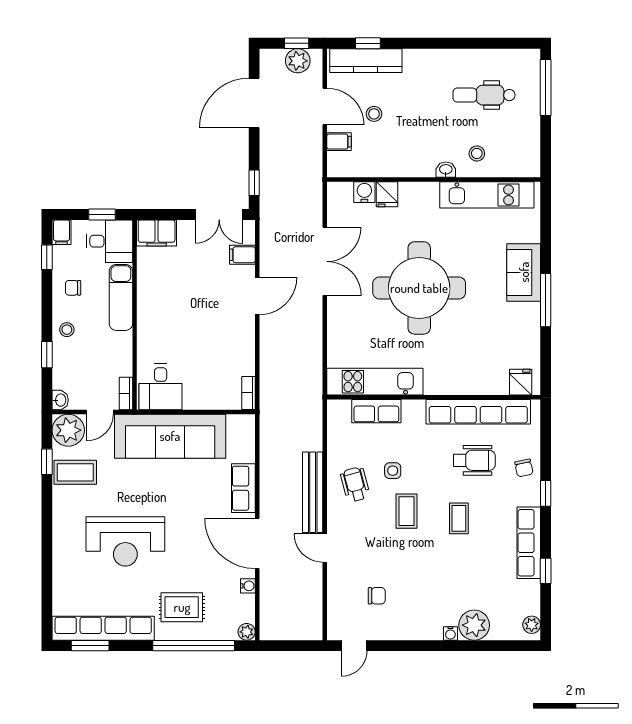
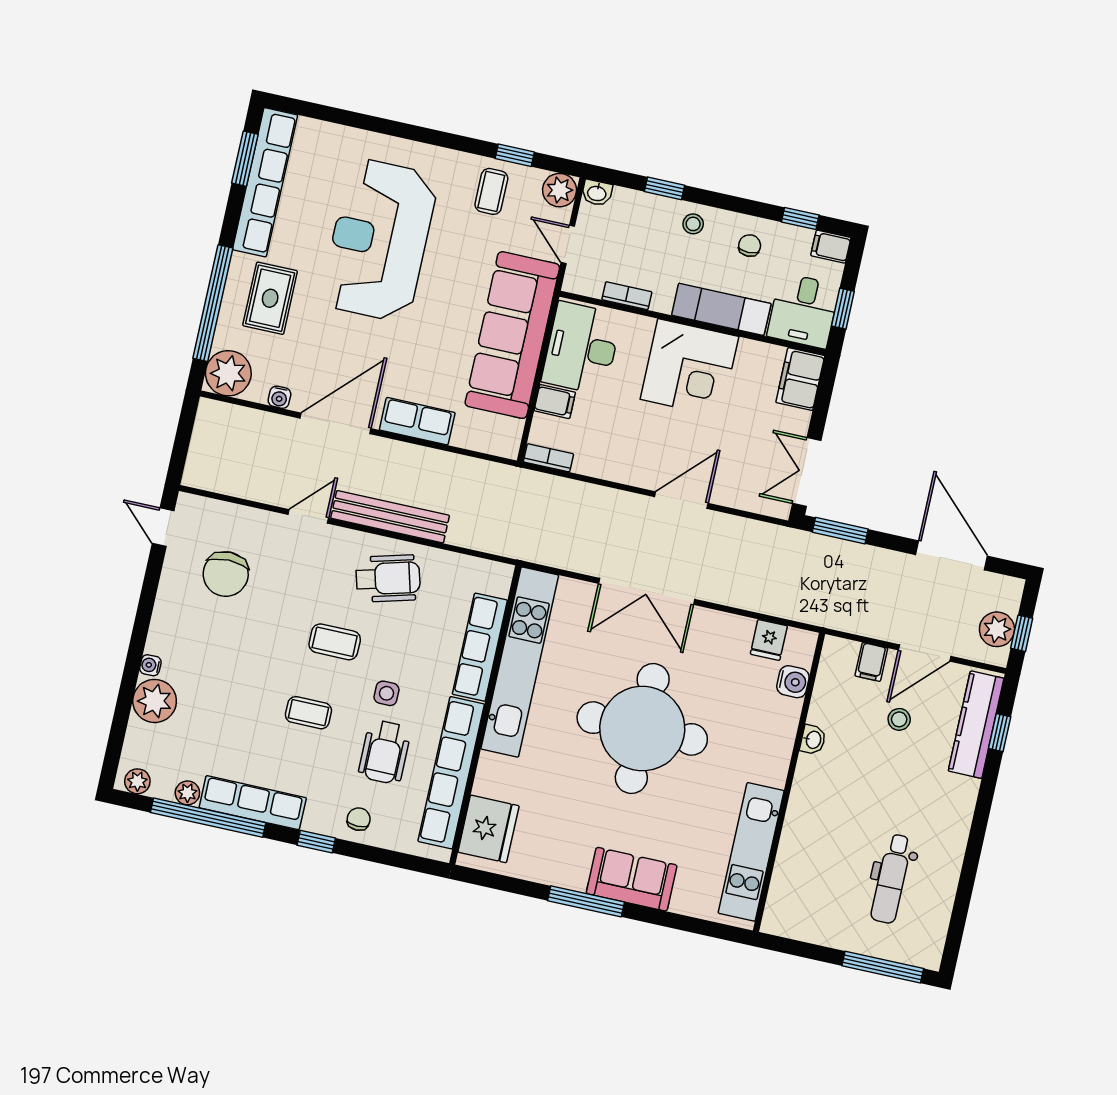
dental chair: (484, 95) -> (891, 879), turned 180
stool: (477, 153) -> (812, 851), removed
washbasin: (446, 170) -> (813, 740), moved
window: (254, 183) -> (840, 531), width x1.50
fridge: (387, 194) -> (769, 640), moved, turned -90
filing cabinet: (242, 255) -> (555, 402), moved, turned 90
double door: (325, 261) -> (647, 591), moved
door: (257, 296) -> (681, 500), swing flipped
corner desk: (166, 310) -> (689, 368), added
kitchen unit: (375, 382) -> (520, 662), width x1.36
fridge: (521, 382) -> (488, 829), width x1.88, depth x1.34
desk: (161, 387) -> (582, 348), width x1.37
bookcase: (126, 393) -> (627, 296), moved
row of seats: (376, 411) -> (480, 647), width x1.48
plant: (68, 430) -> (560, 190), width x0.73, depth x0.73
chair: (524, 468) -> (359, 819), turned 102
side table: (393, 471) -> (386, 693), moved
coffee table: (75, 472) -> (491, 191), width x0.73, depth x0.77
wheelchair: (355, 484) -> (388, 578), width x1.36, depth x1.37
reception desk: (125, 541) -> (379, 240), width x1.36, depth x1.30
window: (546, 571) -> (208, 818), width x3.17
plant: (532, 589) -> (187, 793), added
chair: (377, 596) -> (226, 574), width x1.87, depth x1.87
plant: (247, 632) -> (228, 373), width x1.87, depth x1.87

